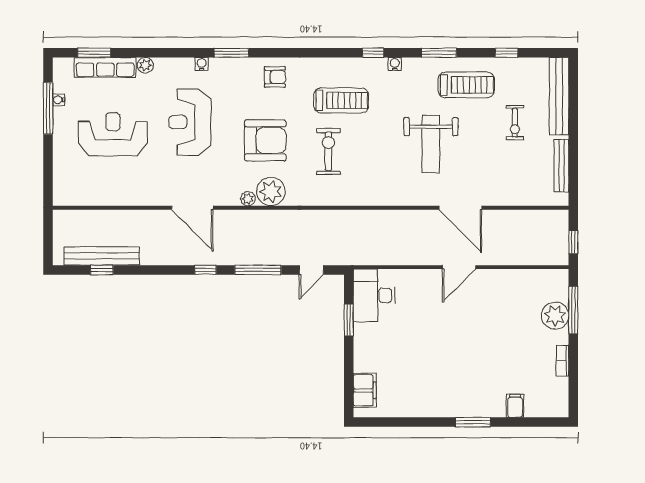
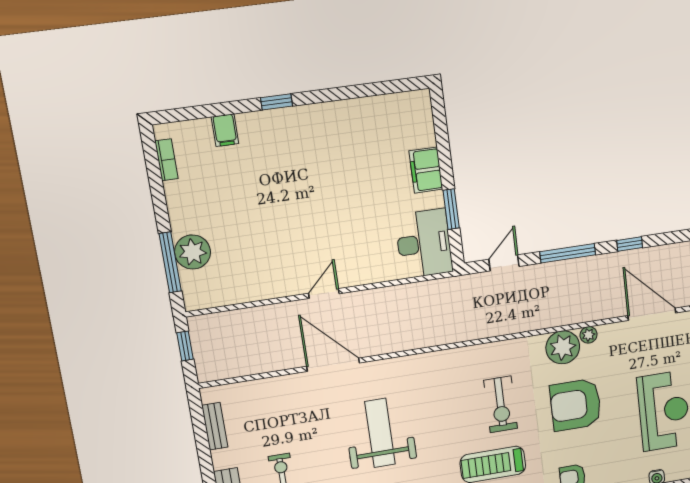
bench: (561, 166) -> (215, 426), width x0.73
door: (459, 267) -> (324, 293), width x0.73
bookcase: (562, 361) -> (166, 160), moved
filing cabinet: (365, 390) -> (426, 170), moved
window: (473, 422) -> (277, 102), width x0.67

